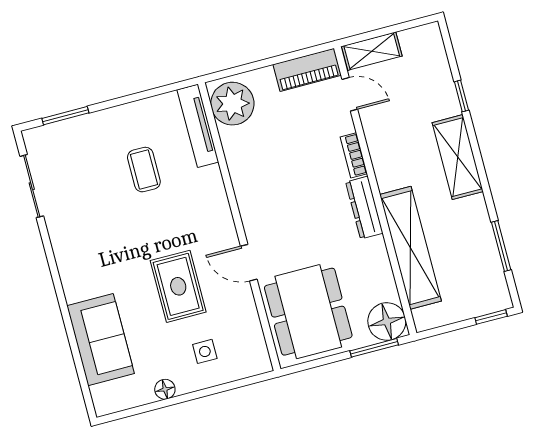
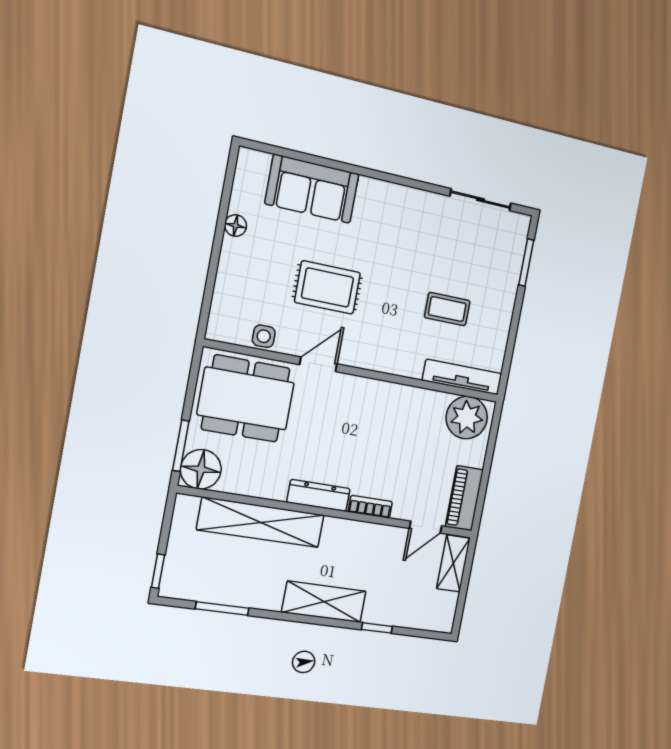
side table: (205, 351) -> (264, 336), moved

